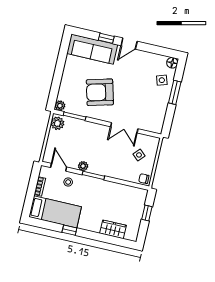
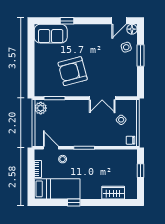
door: (129, 43) -> (119, 21), moved
sofa: (92, 49) -> (51, 34), width x0.73
plant: (60, 106) -> (39, 92), removed
plant: (83, 166) -> (73, 142), removed

